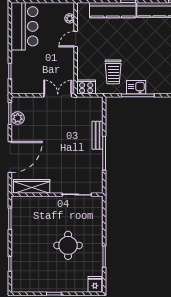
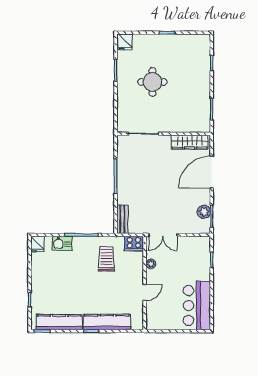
plant: (70, 18) -> (151, 264), moved
kitchen sink: (136, 87) -> (62, 243), moved
bench: (98, 135) -> (122, 219), moved

